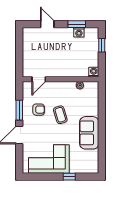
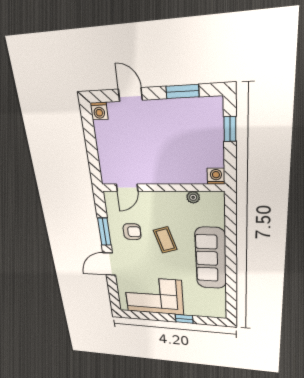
washing machine: (79, 32) -> (99, 111), moved
sofa: (89, 133) -> (211, 258), width x1.36

